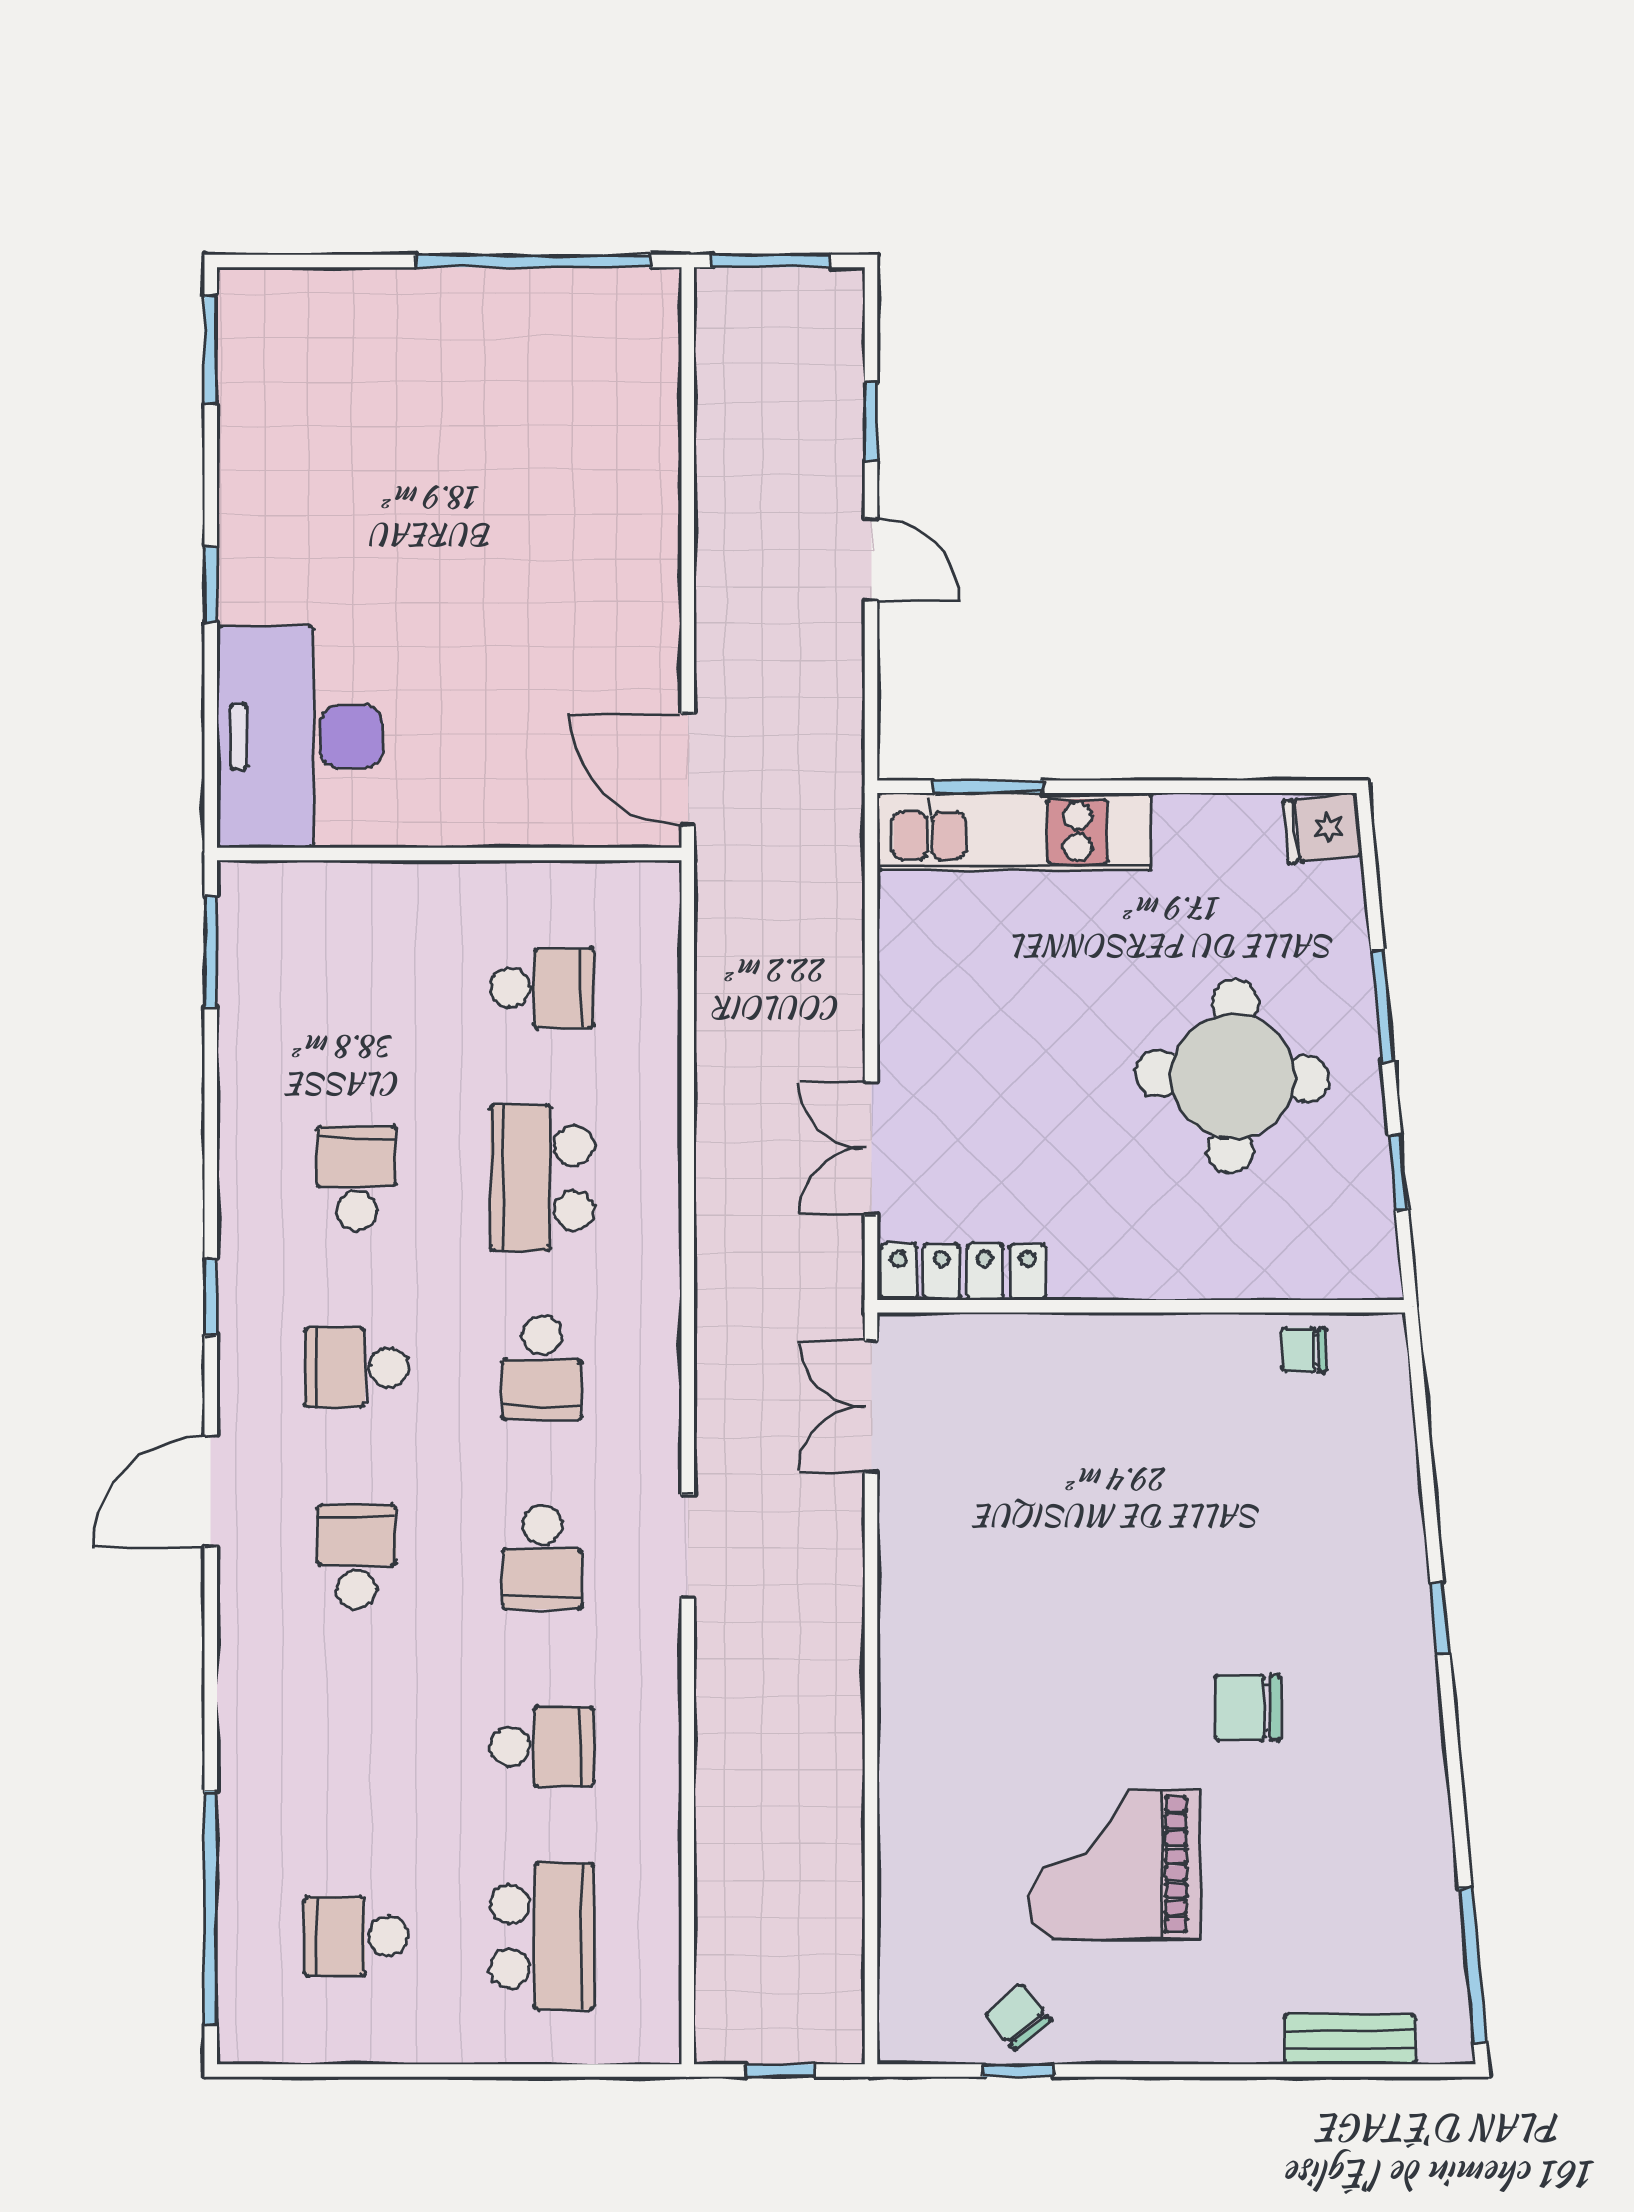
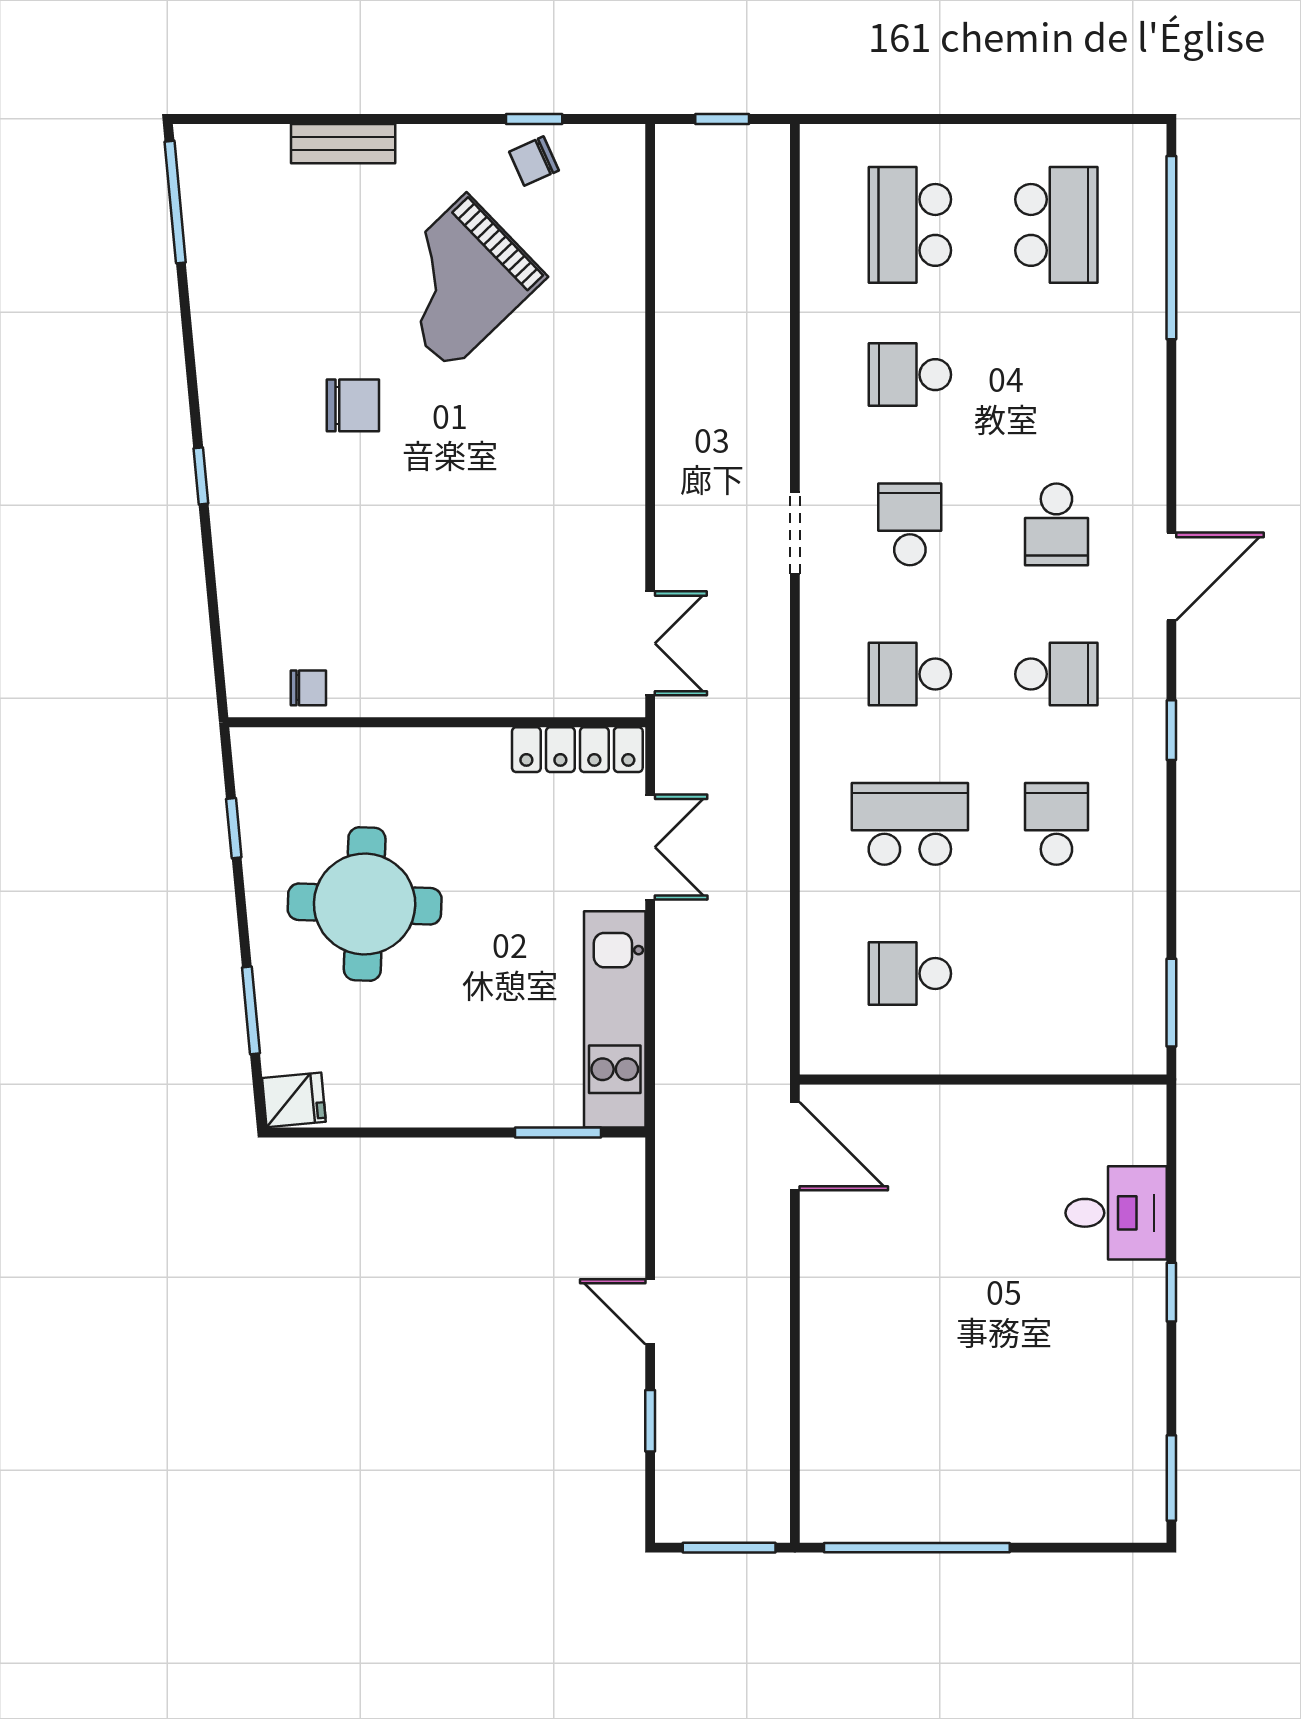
desk: (300, 737) -> (1116, 1213), width x0.53, depth x0.77
kitchen unit: (1014, 832) -> (615, 1019), moved, turned -90
window: (1383, 1006) -> (251, 1010), moved
school desk: (356, 1178) -> (1056, 824), turned 180
school desk: (542, 1178) -> (910, 824), turned -90
school desk: (542, 1367) -> (910, 674), turned -90
grand piano: (1114, 1864) -> (458, 282), turned 136
school desk: (356, 1936) -> (1056, 225), width x1.85
chair: (1018, 2017) -> (534, 161), turned 105
bench: (1350, 2039) -> (343, 144), moved

